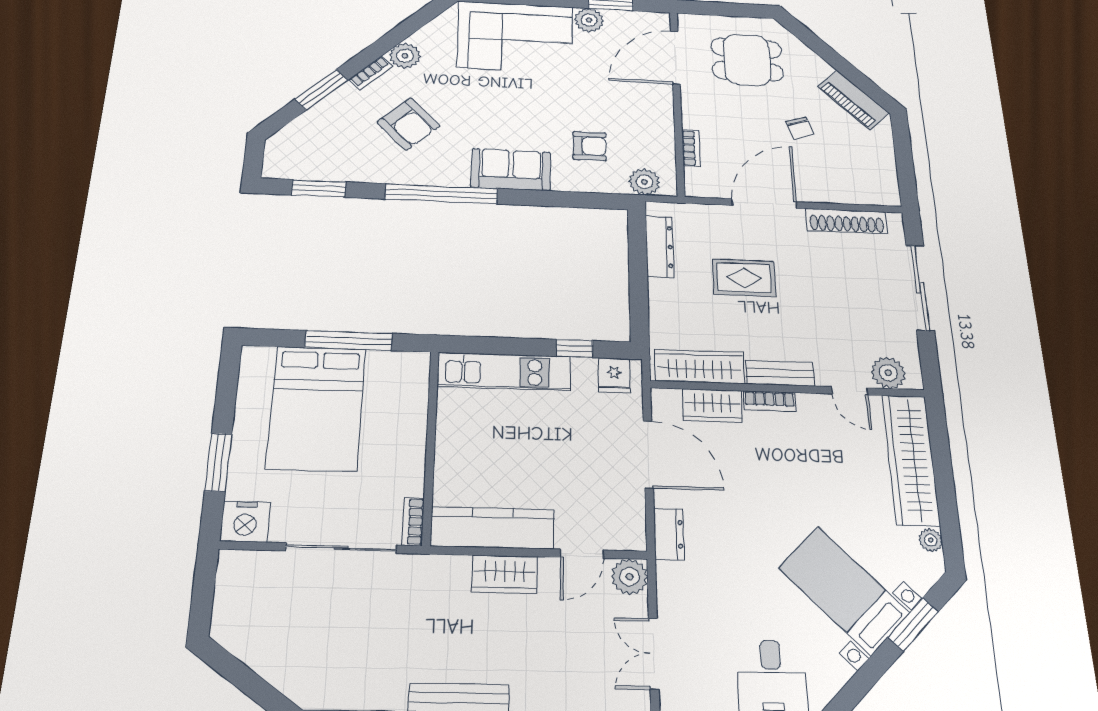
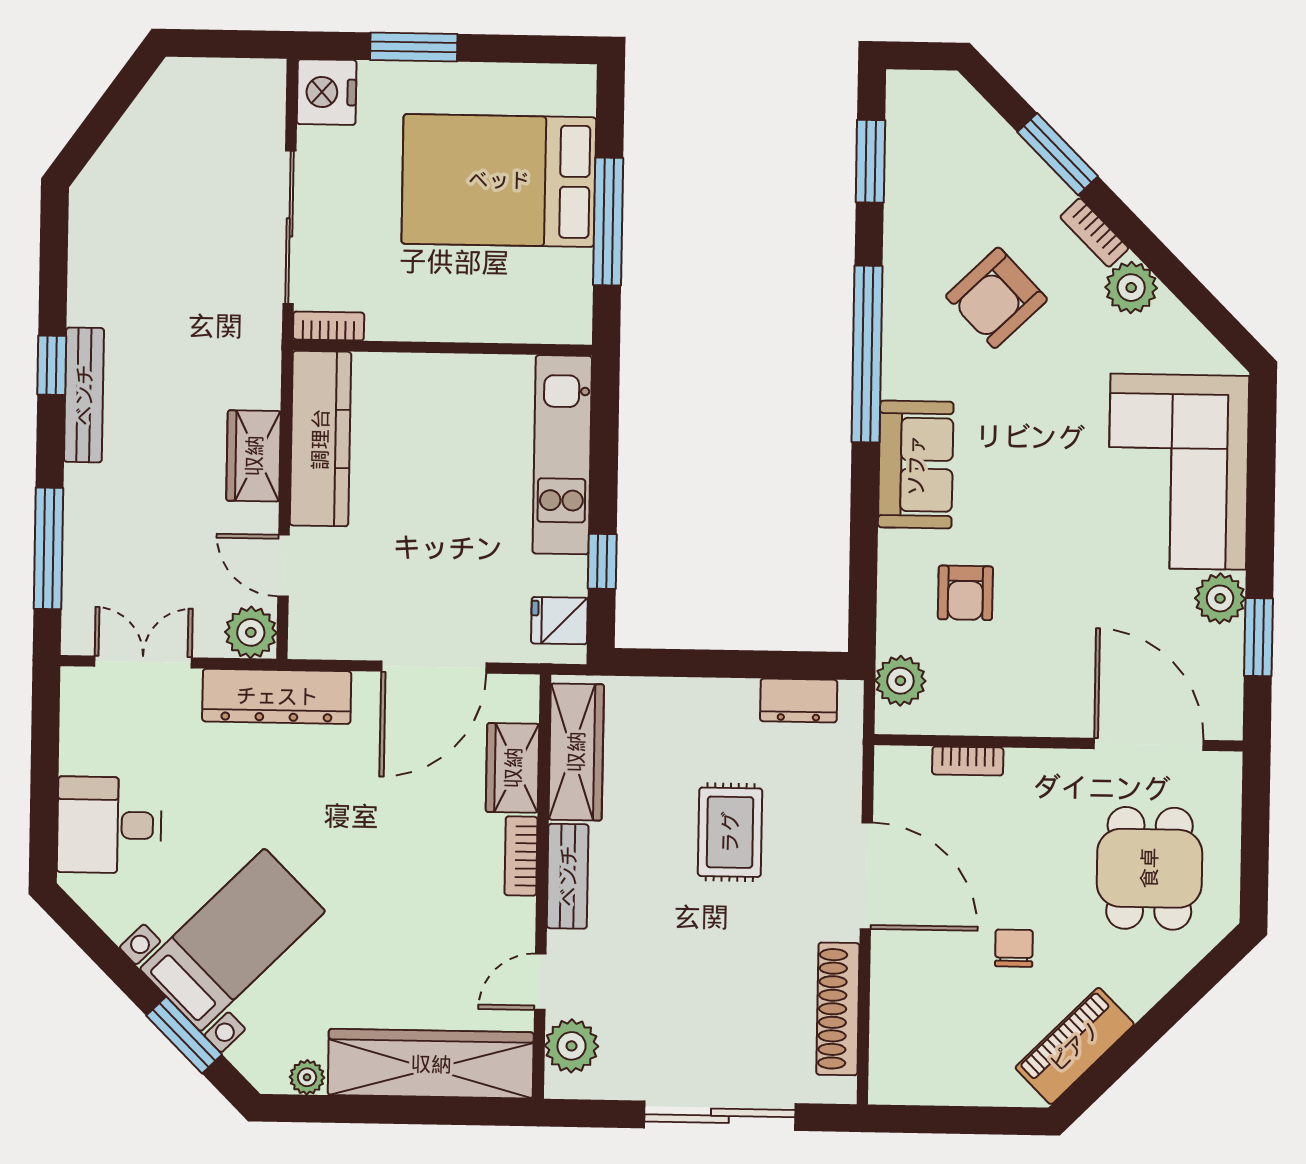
chair: (800, 128) -> (1014, 948), turned 108
dresser: (660, 247) -> (799, 701), width x0.70
dresser: (669, 534) -> (277, 696), width x1.96, depth x1.24

